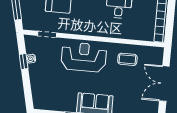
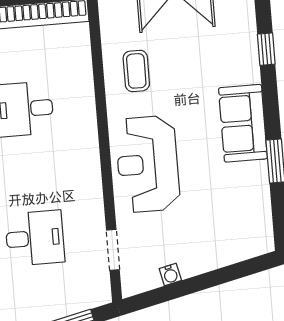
window: (24, 61) -> (179, 289), removed

